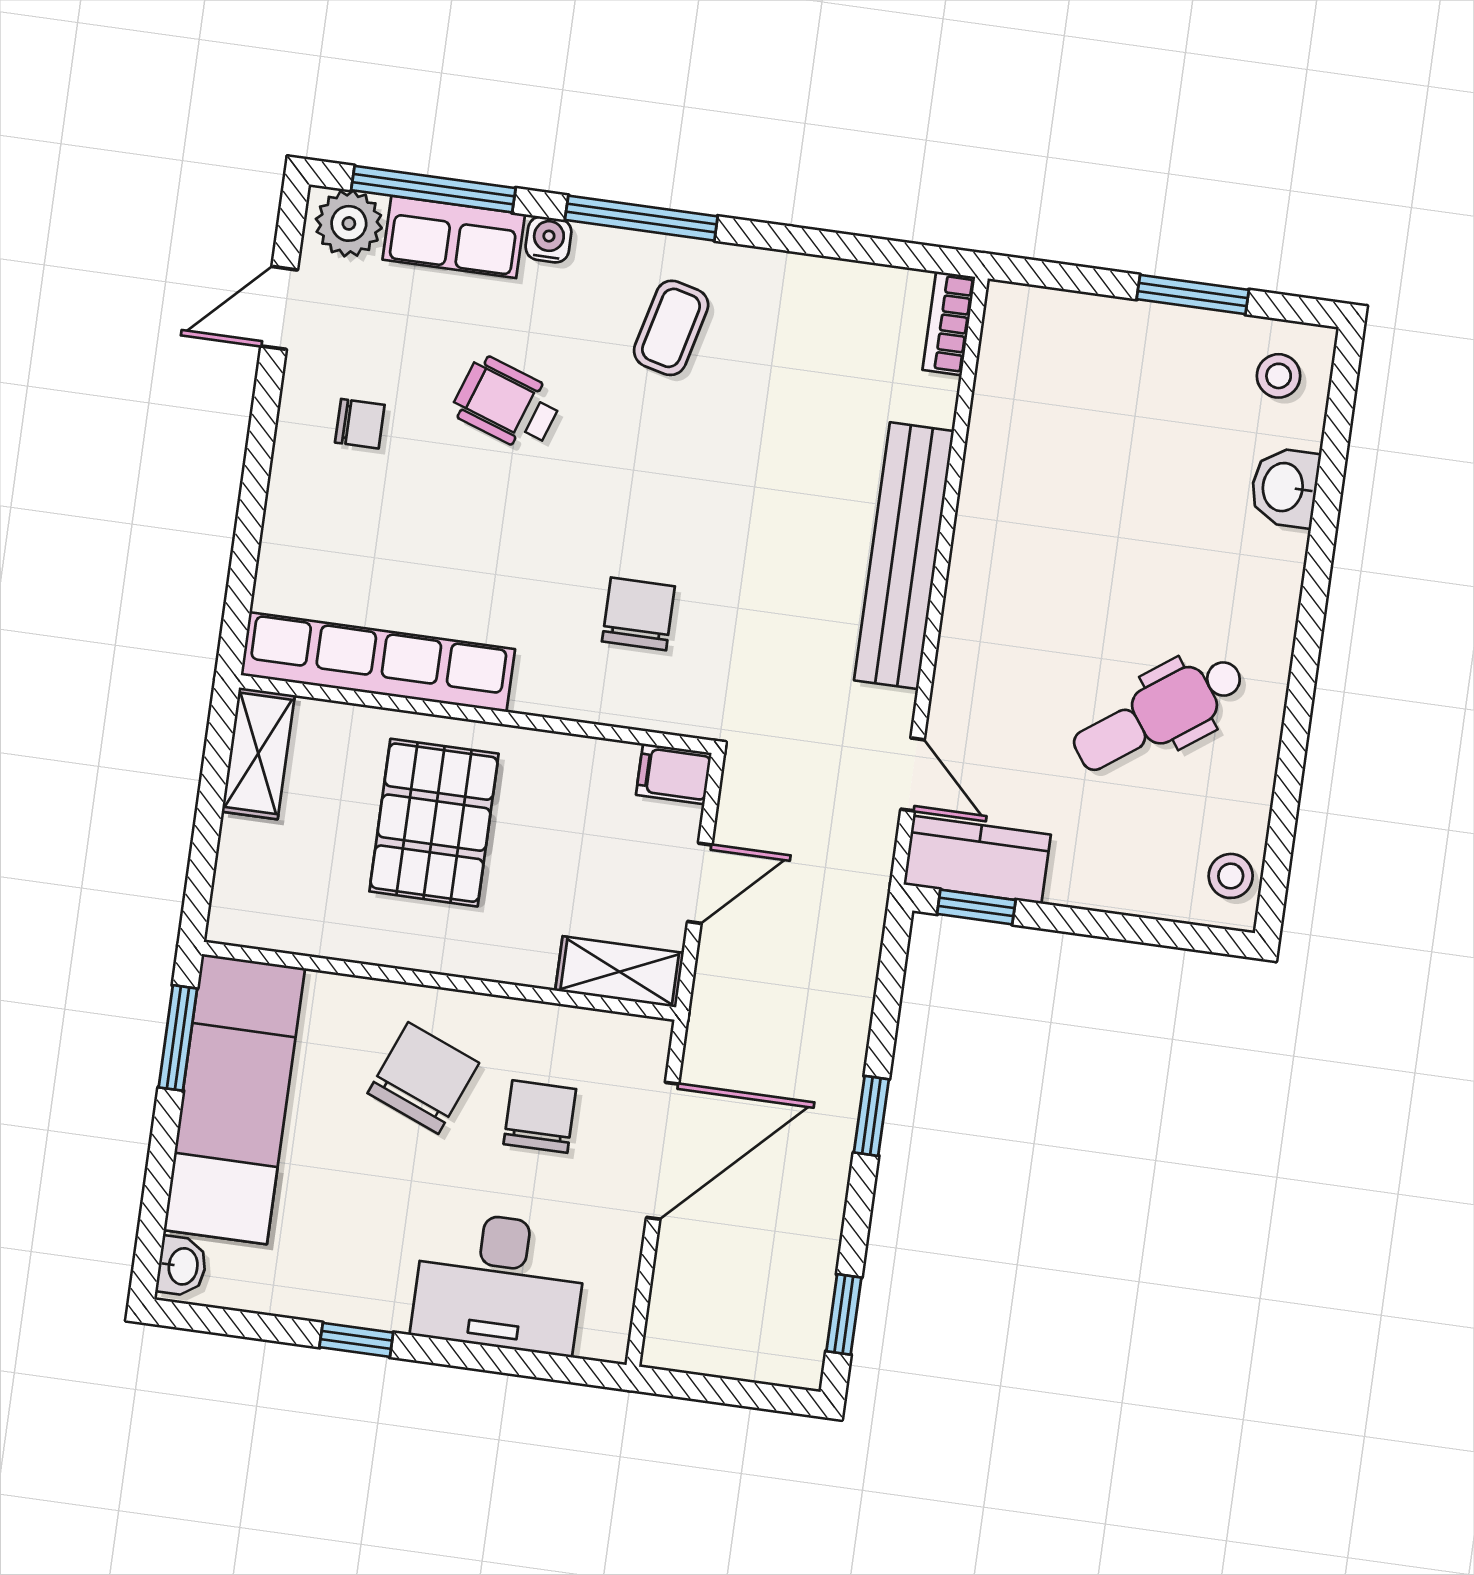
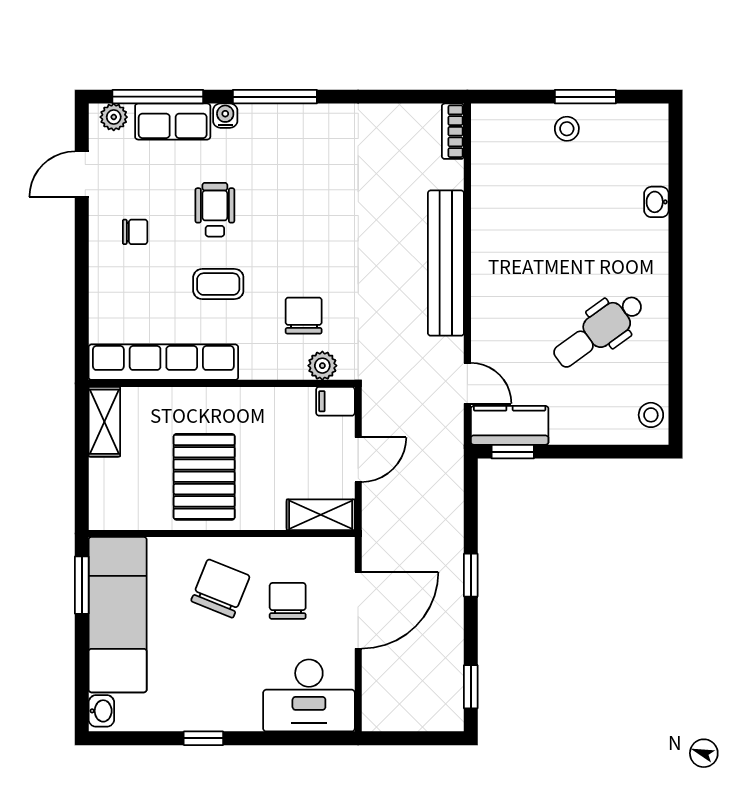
plant: (349, 223) -> (114, 117), width x0.73, depth x0.73
coffee table: (671, 328) -> (218, 284), moved, turned 76
stool: (1279, 376) -> (567, 129), moved
wheelchair: (507, 404) -> (215, 210), turned 71
washbasin: (1285, 487) -> (656, 202), width x0.72, depth x0.69
plant: (659, 707) -> (322, 366), added
pallet: (434, 823) -> (204, 477), moved
desk: (500, 1282) -> (309, 695), moved

